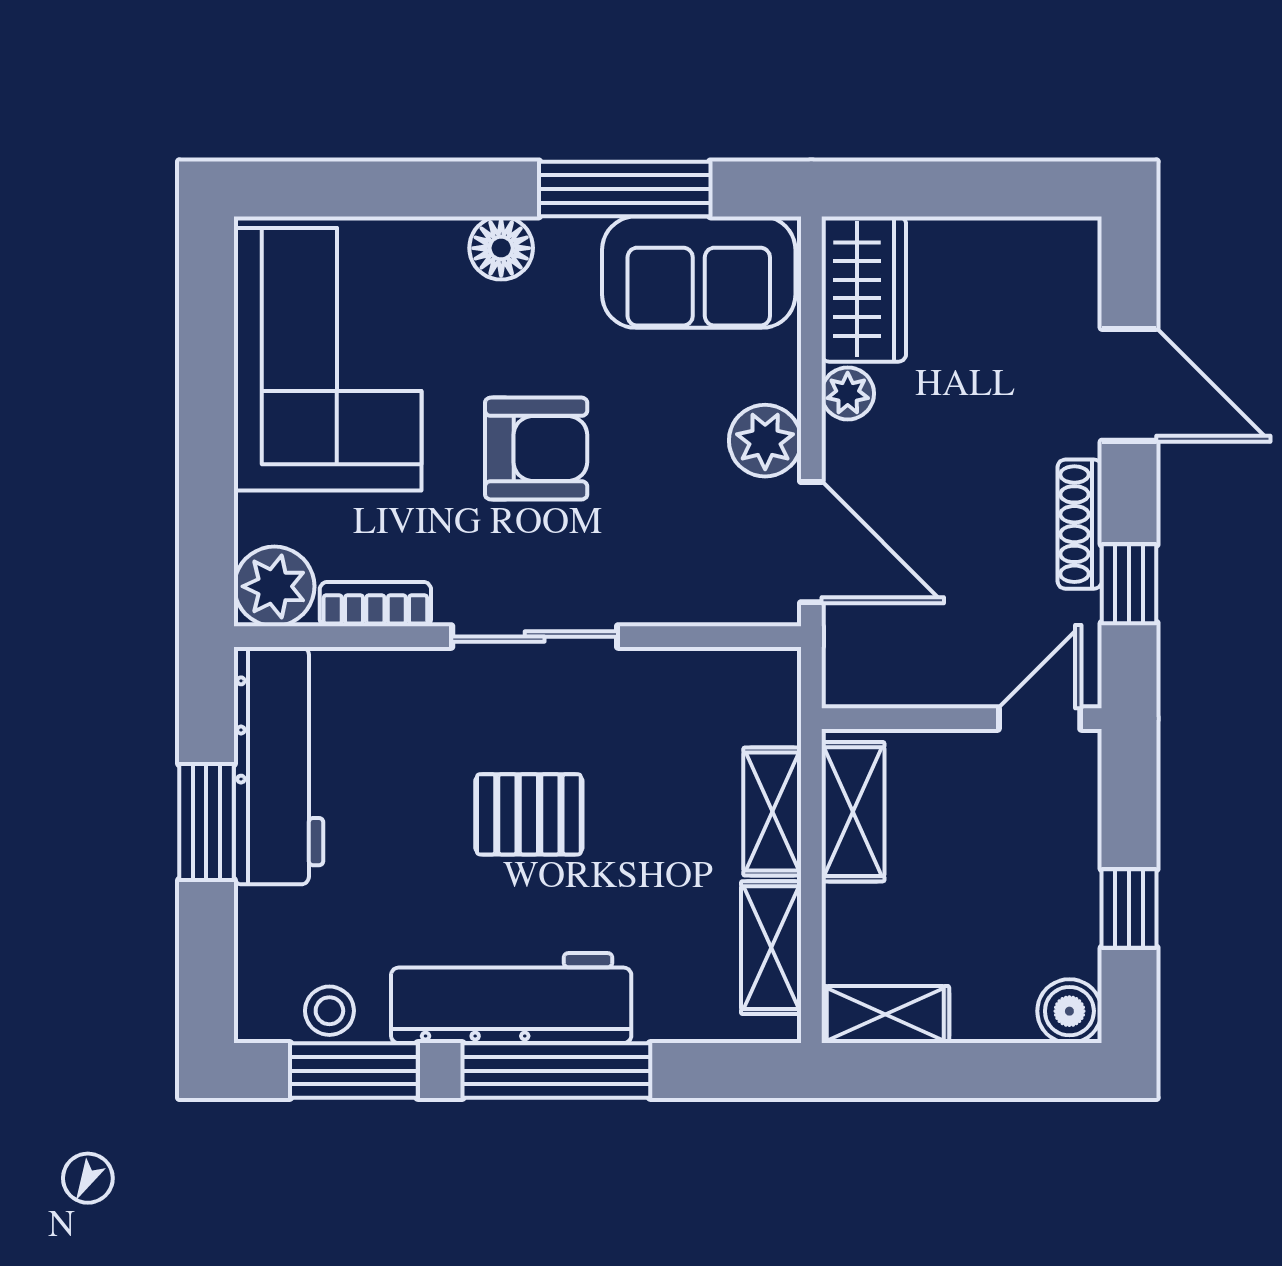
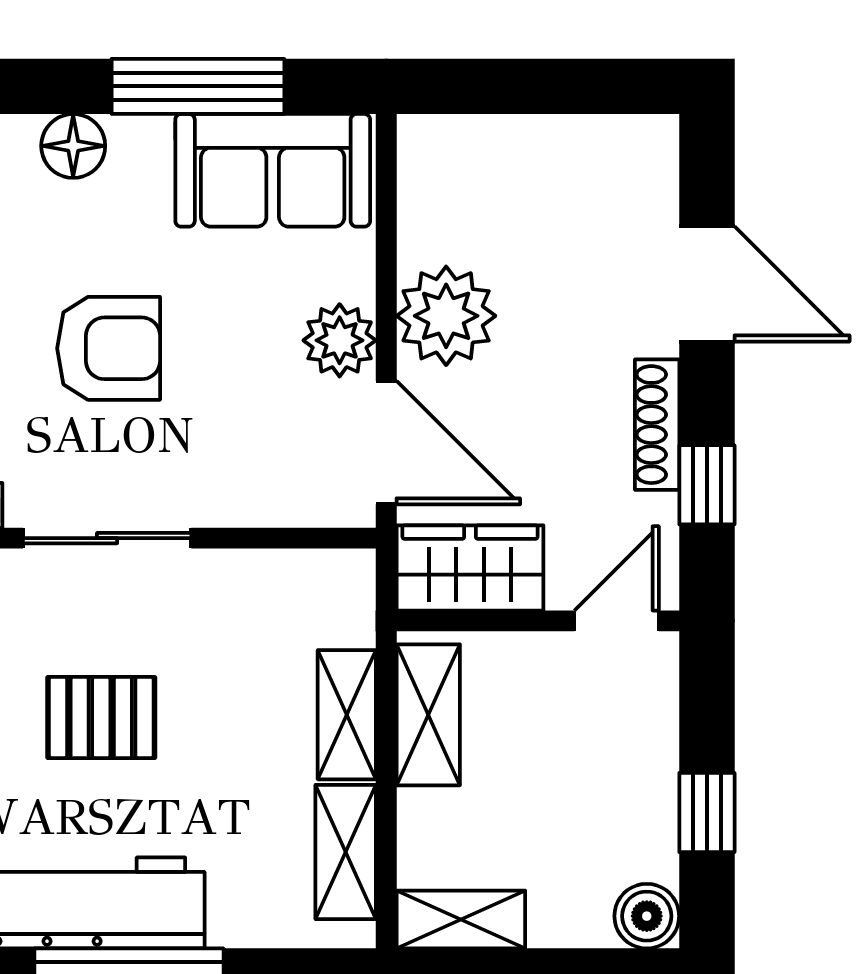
wardrobe: (864, 289) -> (470, 568), moved, turned -90
plant: (848, 393) -> (446, 316), width x1.88, depth x1.88

